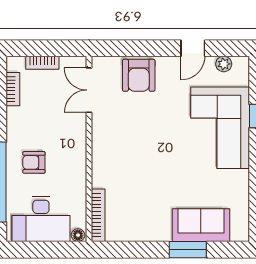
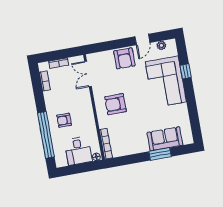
armchair: (139, 75) -> (124, 58), moved
armchair: (127, 151) -> (116, 104), added
desk: (41, 219) -> (78, 151), width x0.73

